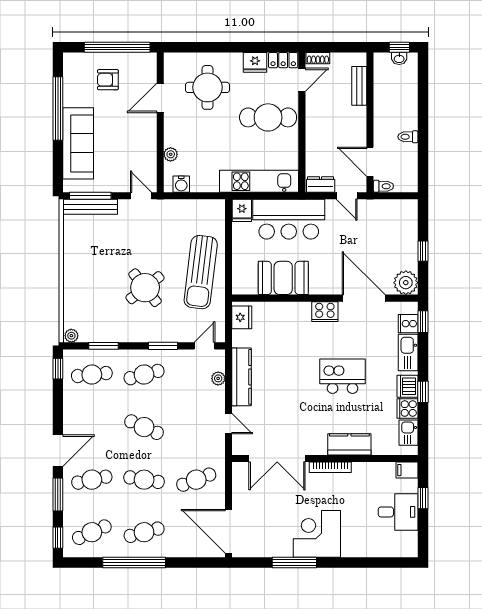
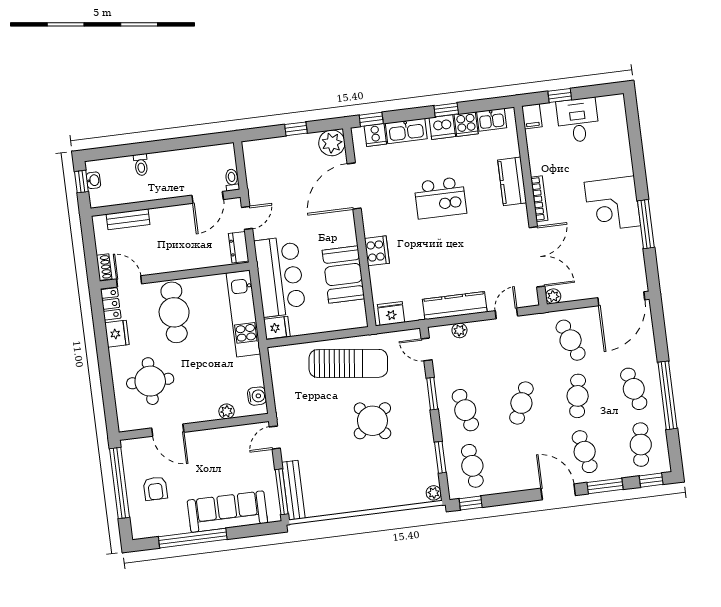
toilet: (408, 137) -> (141, 165), moved
cooker: (325, 312) -> (377, 251), moved
kitchen island: (343, 376) -> (440, 198), turned -90
plant: (239, 469) -> (553, 296), added
cafe table: (92, 532) -> (641, 445), turned 30

